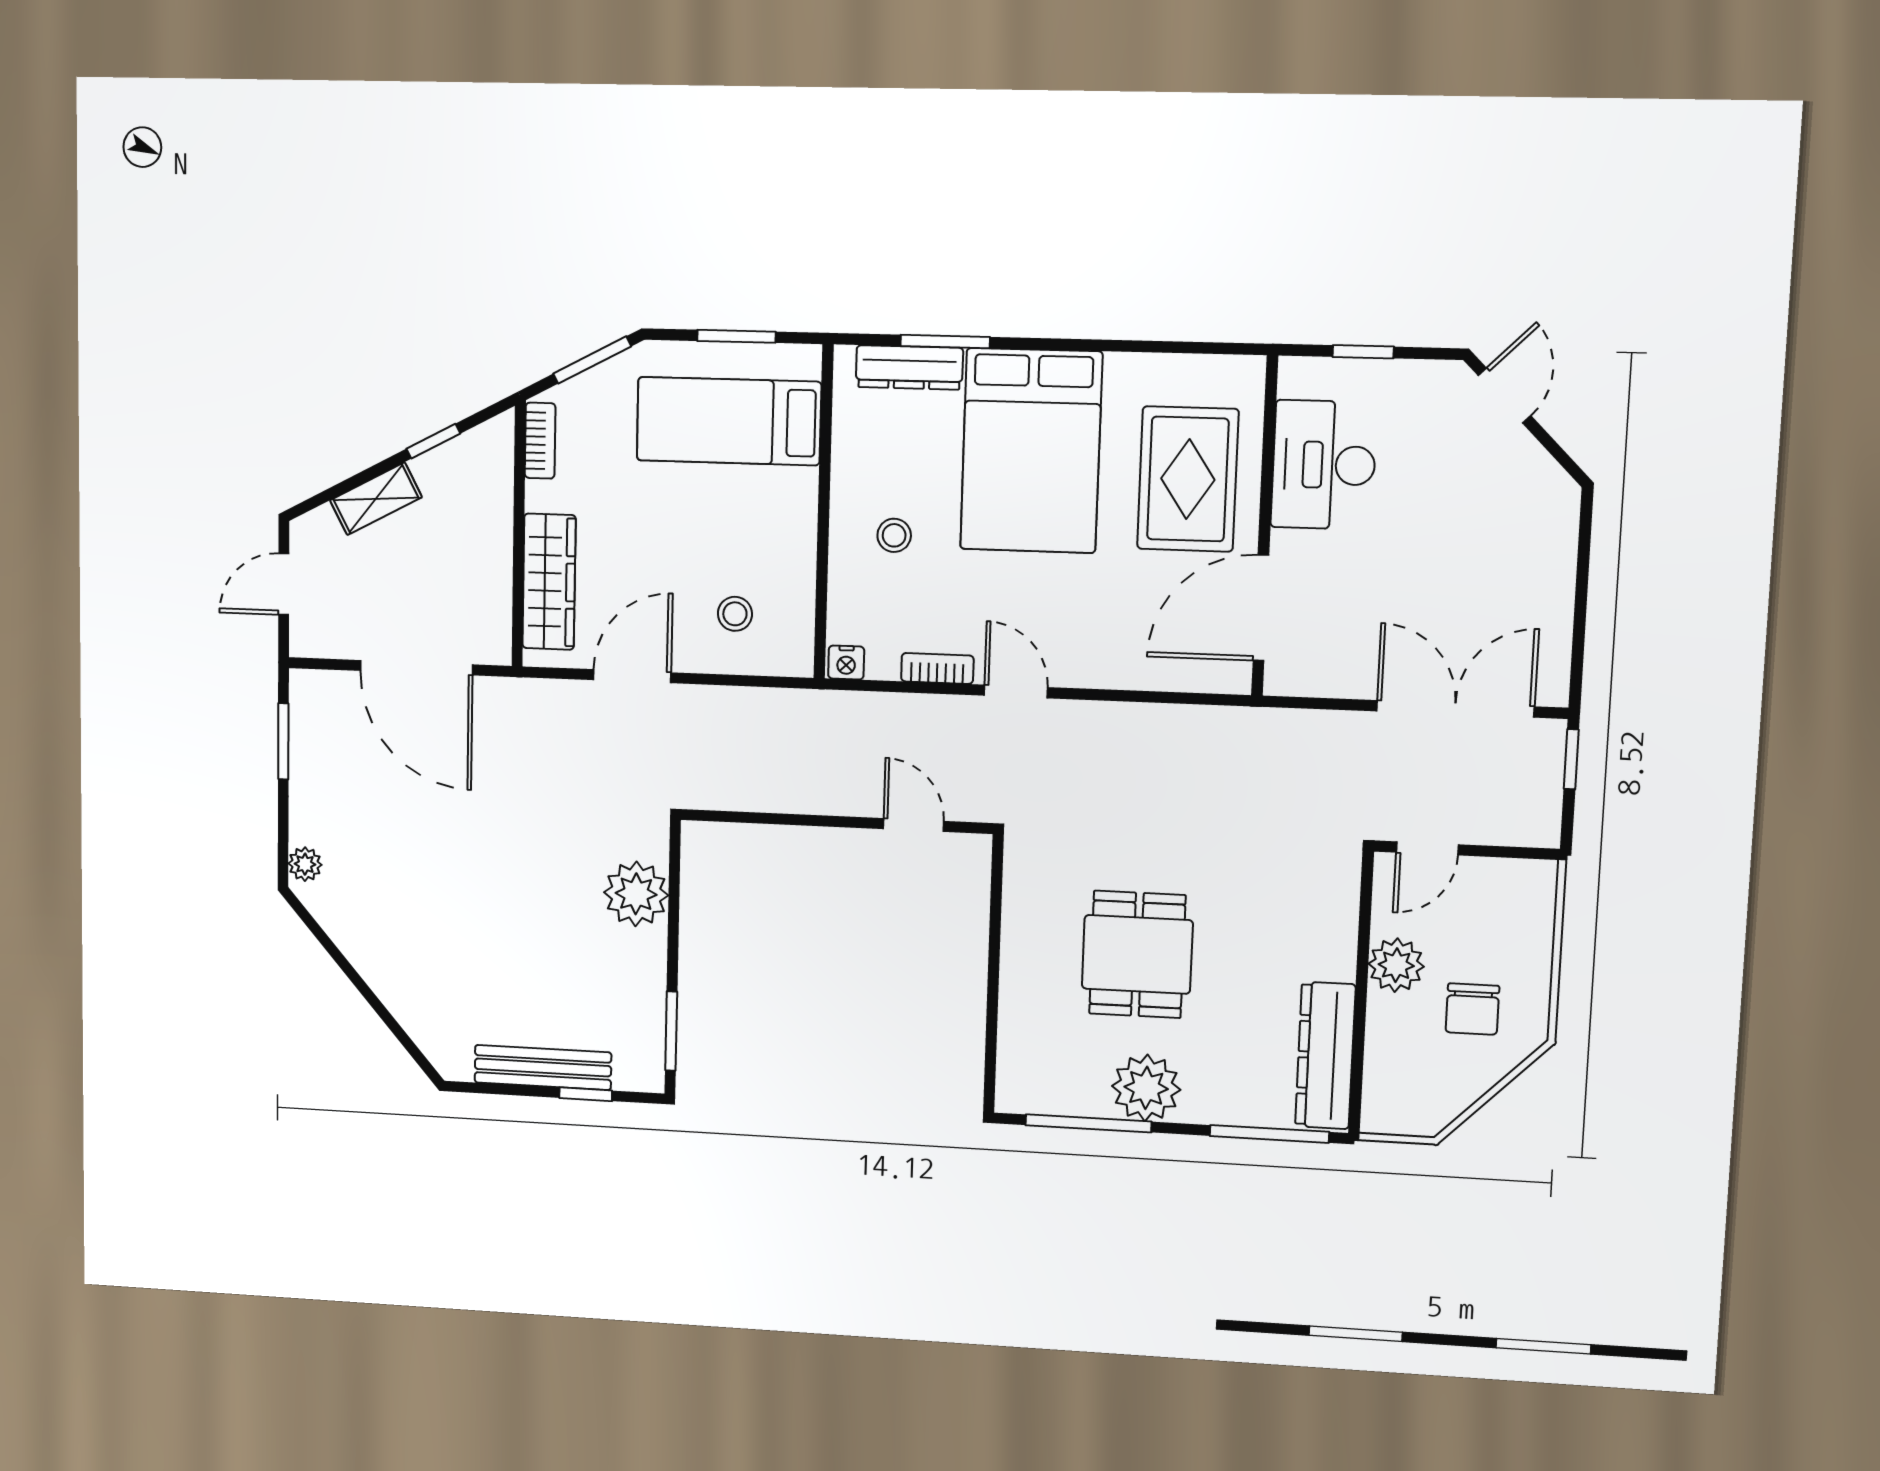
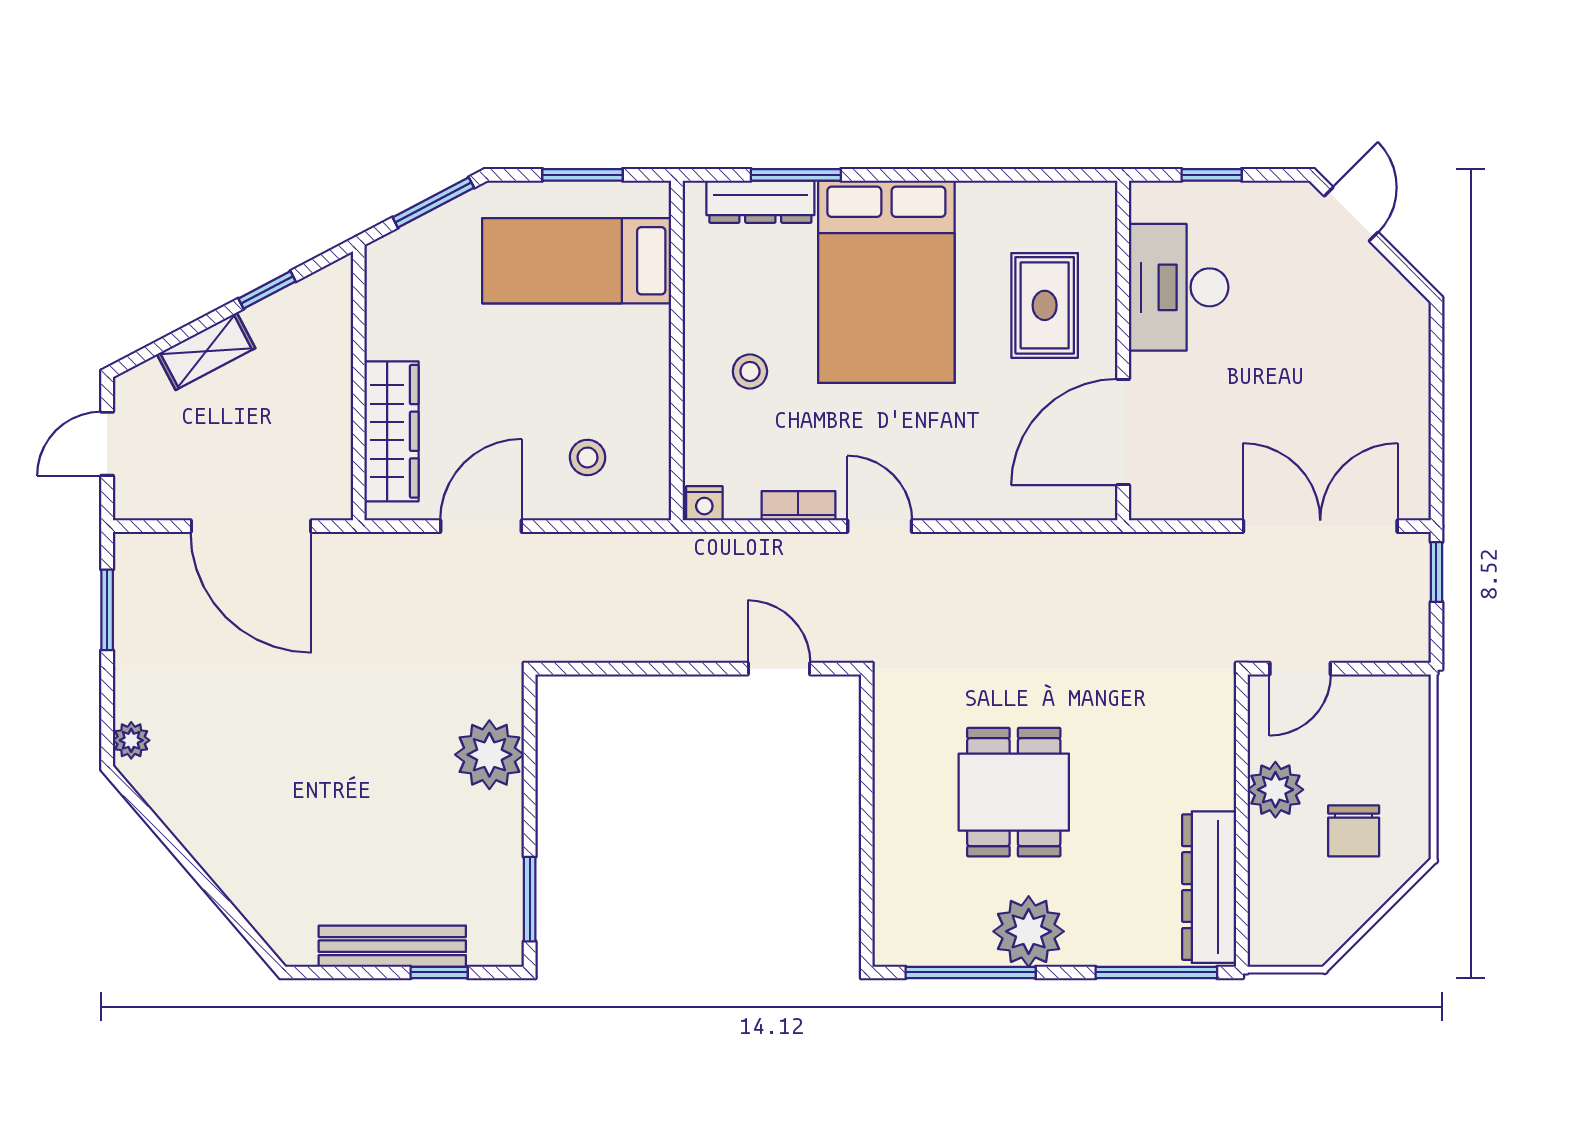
bookcase: (540, 441) -> (380, 286), removed
rug: (1188, 479) -> (1045, 305), width x0.73, depth x0.70

